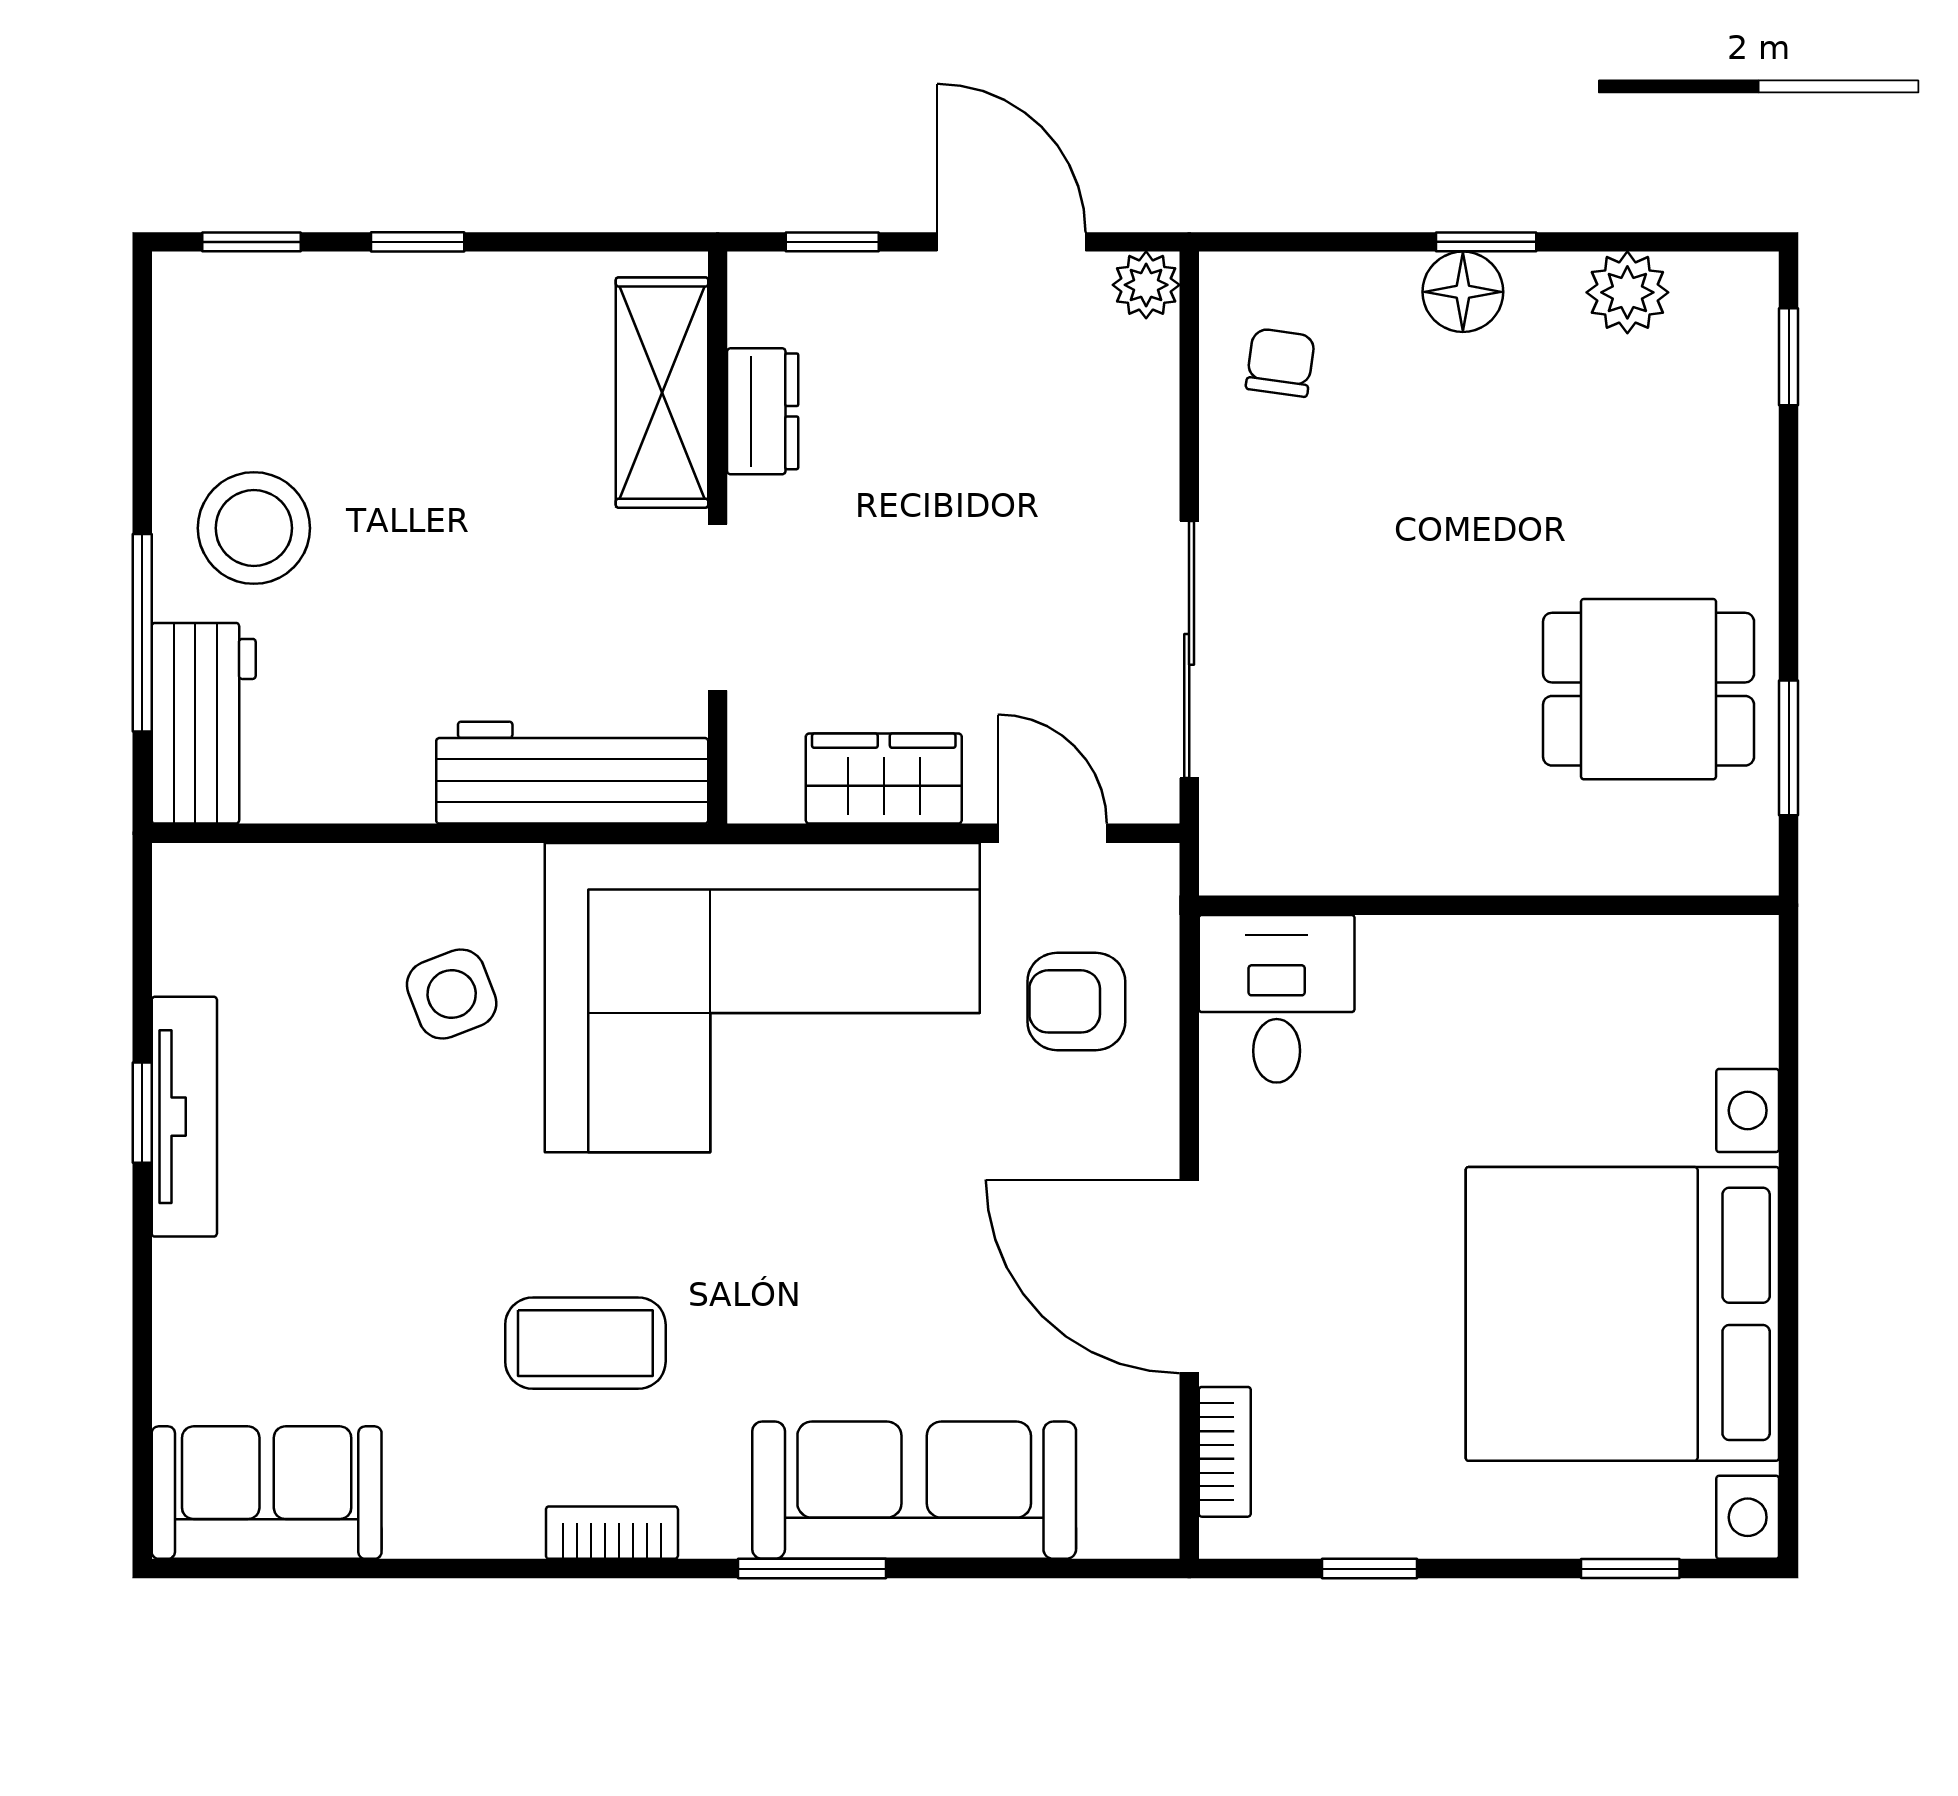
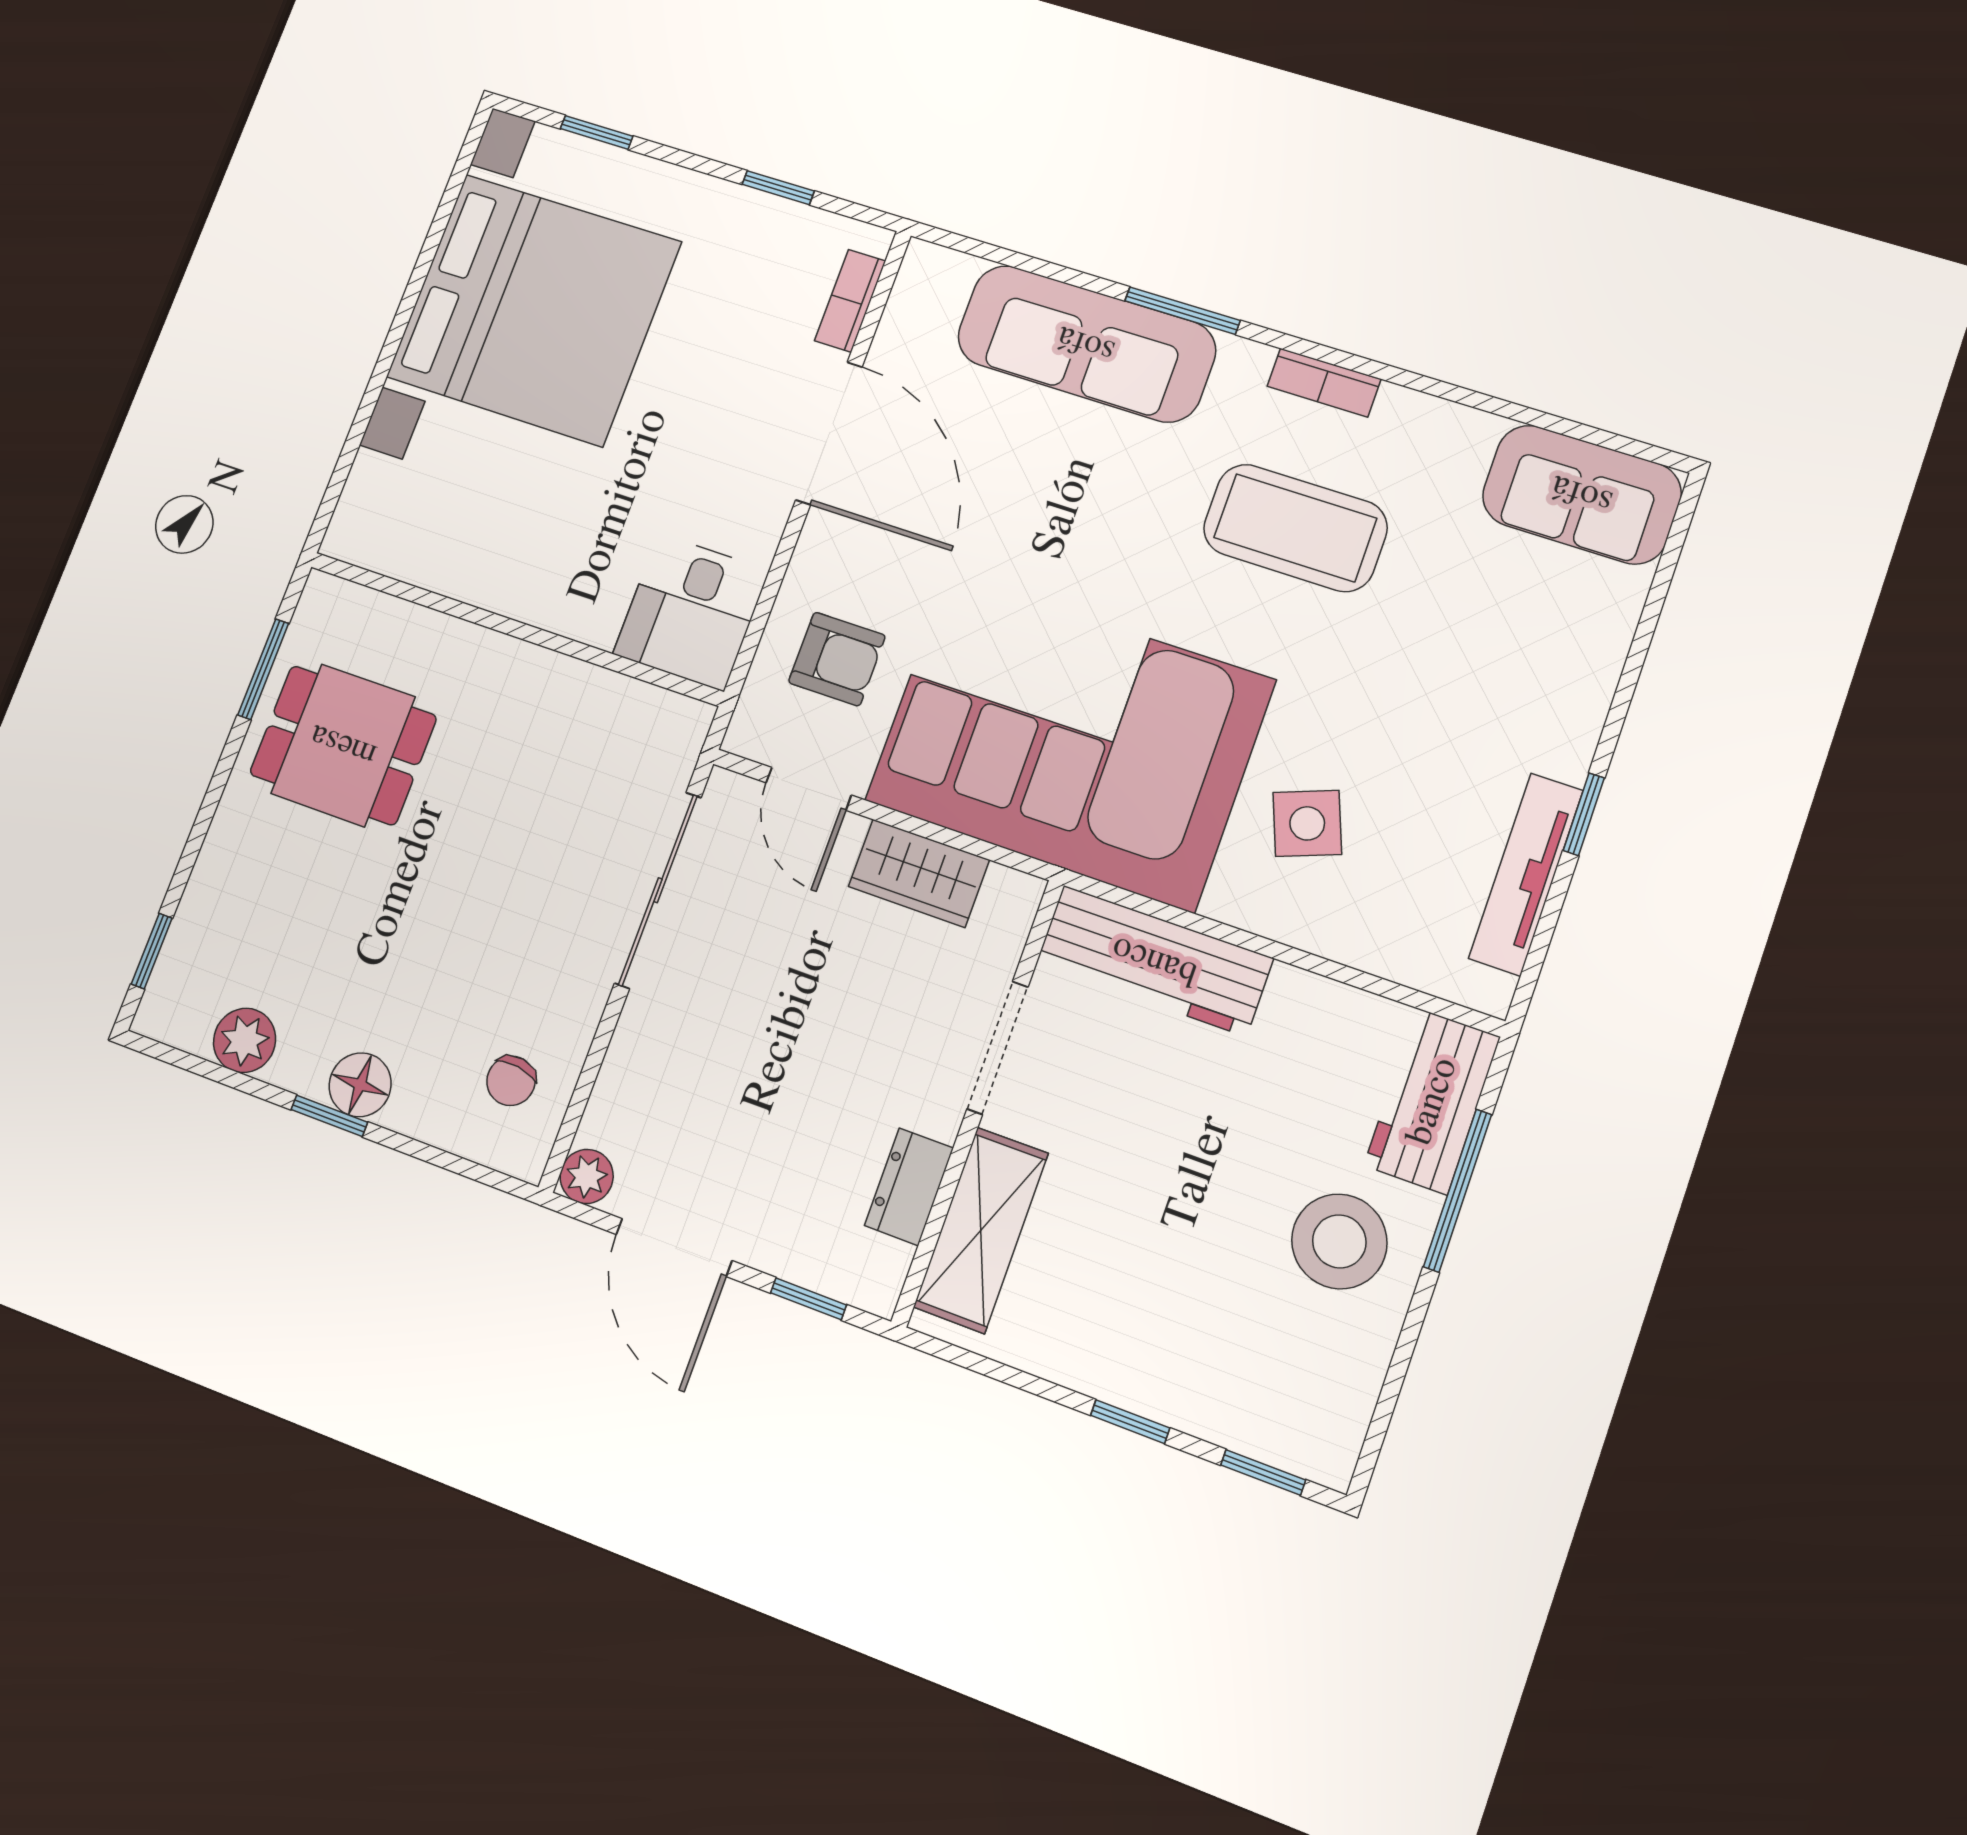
tv unit: (184, 1117) -> (1526, 874), moved
coffee table: (585, 1343) -> (1295, 528), width x1.36, depth x1.32

